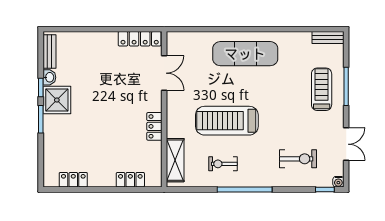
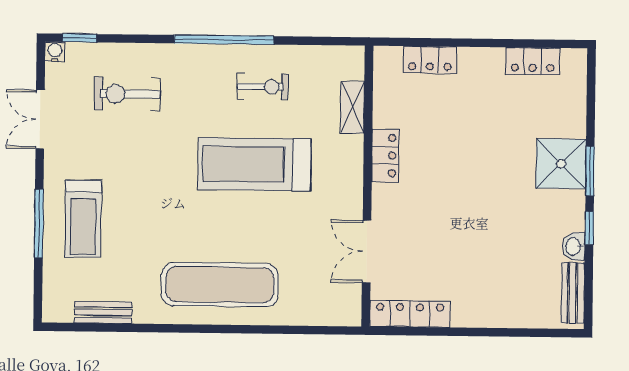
bench: (328, 37) -> (103, 312), moved
shower: (57, 100) -> (561, 164), moved
treadmill: (227, 121) -> (255, 164), turned 180
shelving: (175, 160) -> (352, 107), width x0.67, depth x0.75

